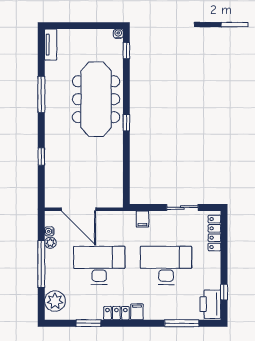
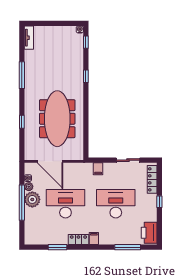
meeting table: (96, 99) -> (57, 119), moved
window: (126, 123) -> (86, 76), moved
window: (224, 292) -> (159, 202), moved
plant: (55, 301) -> (32, 199), moved

